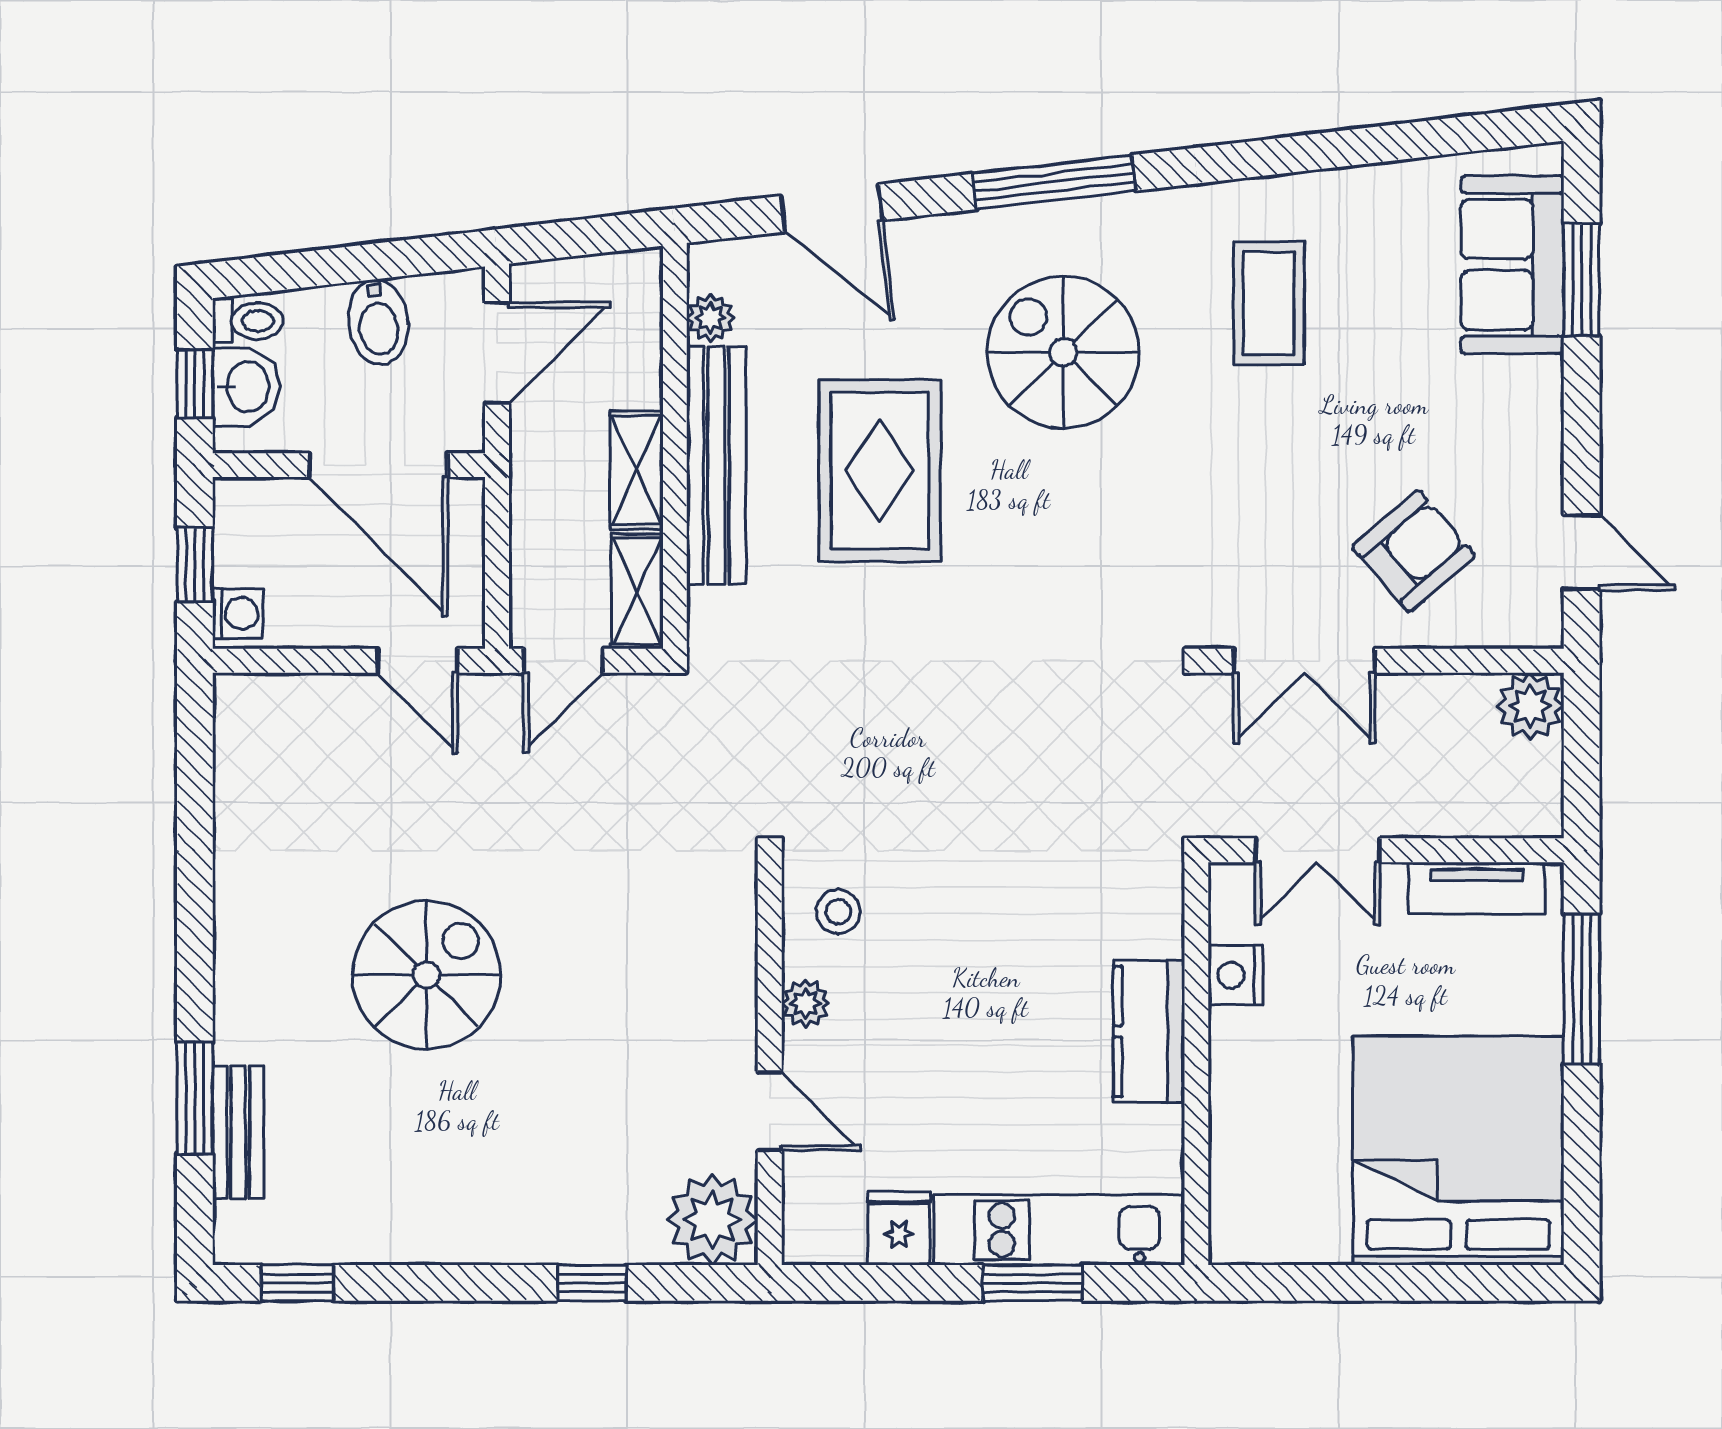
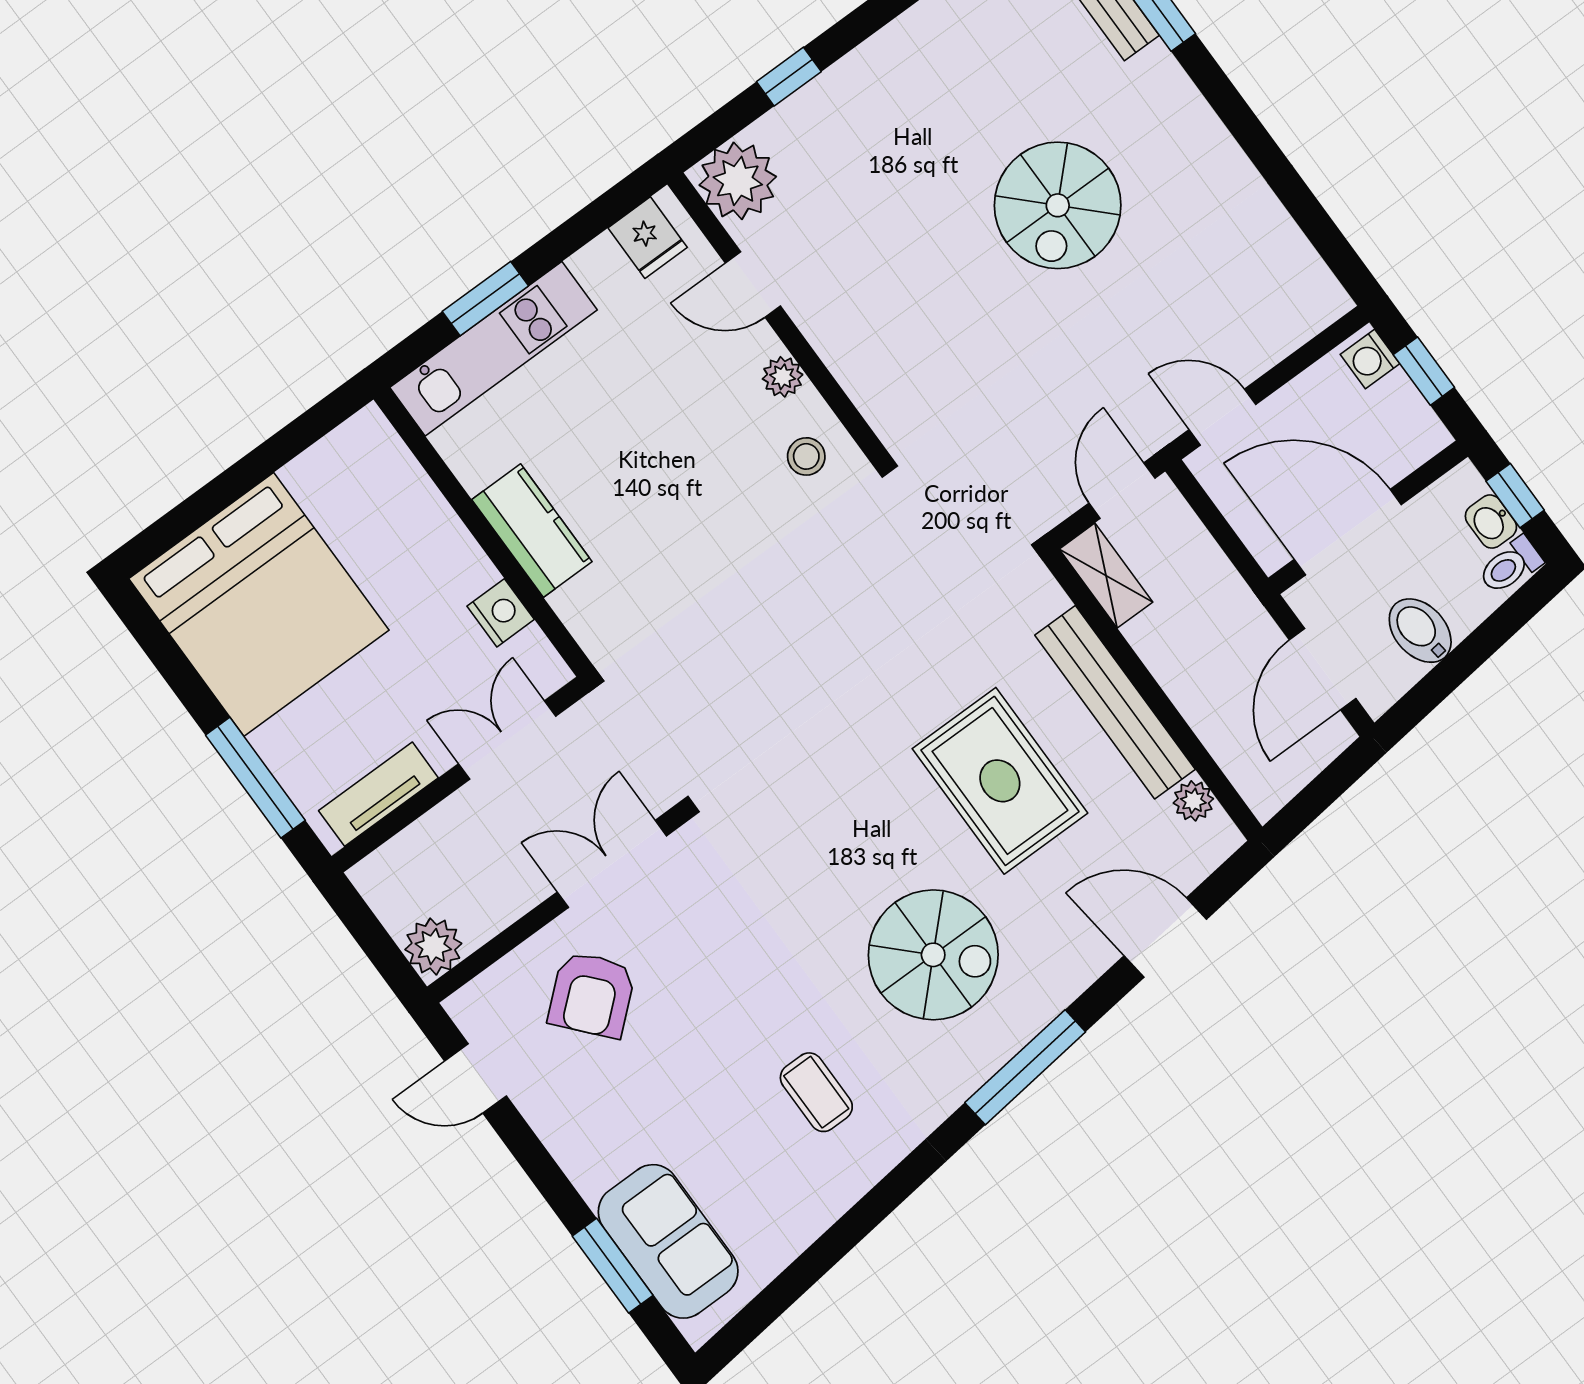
coffee table: (1269, 303) -> (816, 1092), width x0.73, depth x0.77
washbasin: (246, 387) -> (1491, 522), width x0.72, depth x0.69
shelving: (636, 470) -> (1168, 659), removed
fridge: (899, 1228) -> (648, 238), moved

